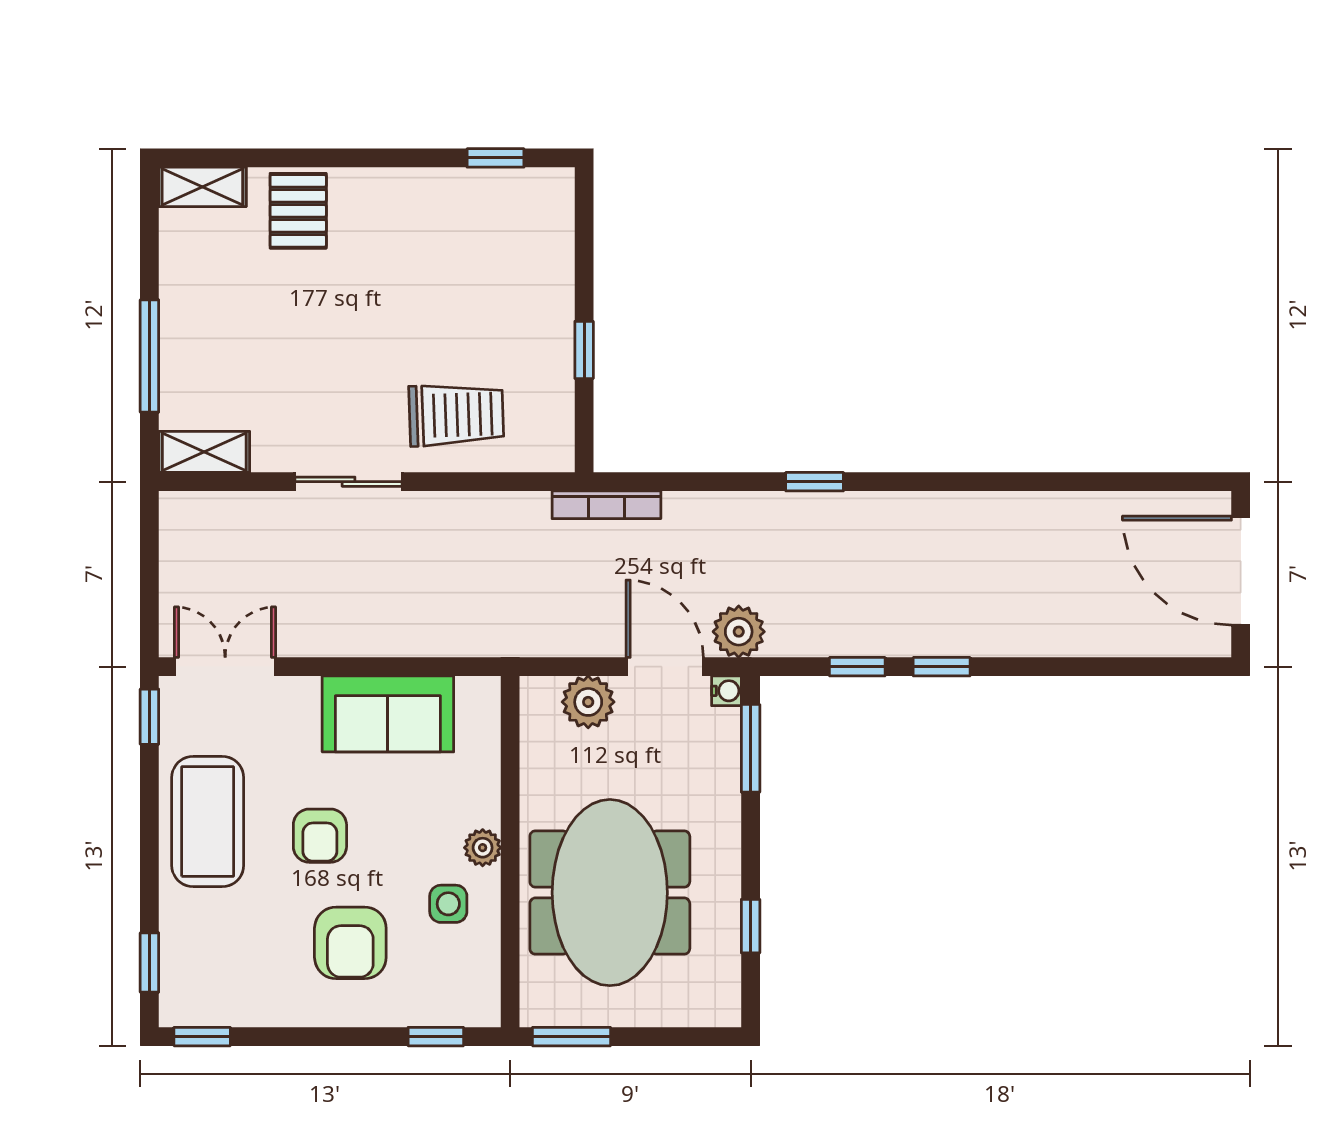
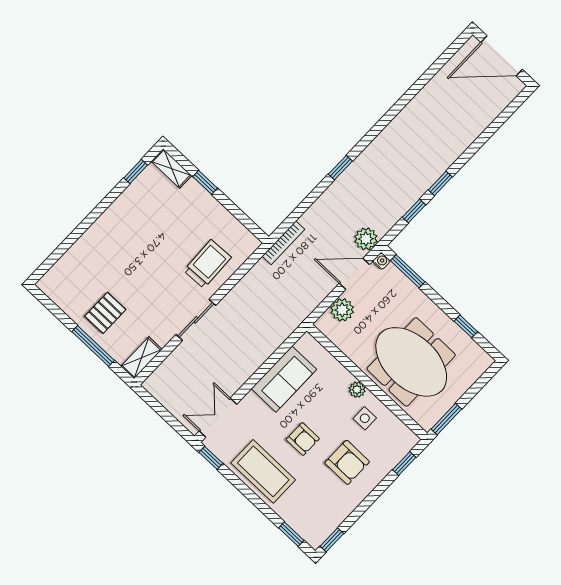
shelving: (202, 187) -> (171, 168), moved, turned 90
pallet: (298, 211) -> (105, 313), moved, turned 90
window: (584, 350) -> (205, 182), moved

